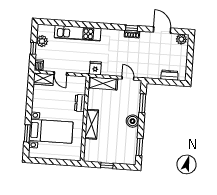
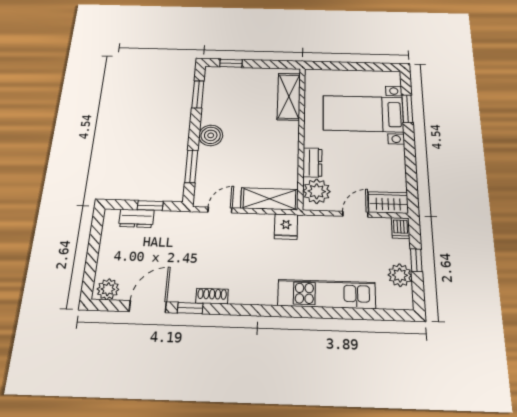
window: (132, 28) -> (190, 308), moved
door: (162, 30) -> (148, 307), swing flipped
door: (60, 73) -> (355, 214), hinge flipped
door: (128, 78) -> (220, 210), swing flipped
window: (163, 82) -> (150, 205), added
plant: (79, 87) -> (317, 191), added
shelving: (92, 124) -> (289, 97), moved
window: (107, 165) -> (231, 63), moved

